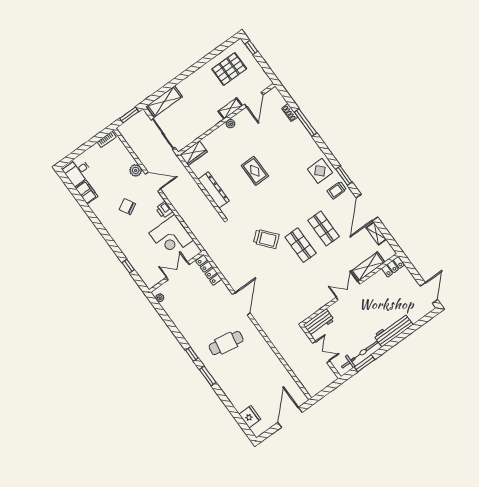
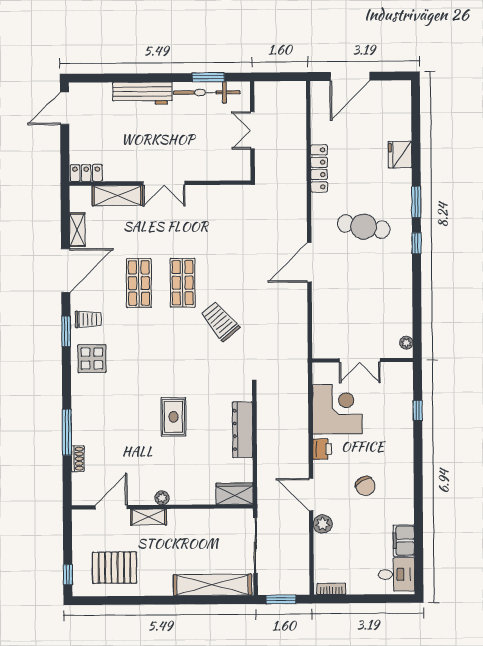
shelving: (164, 101) -> (213, 585), width x1.47
locker: (209, 270) -> (319, 168), moved
workbench: (319, 322) -> (229, 169), removed
fridge: (250, 417) -> (400, 154), moved

